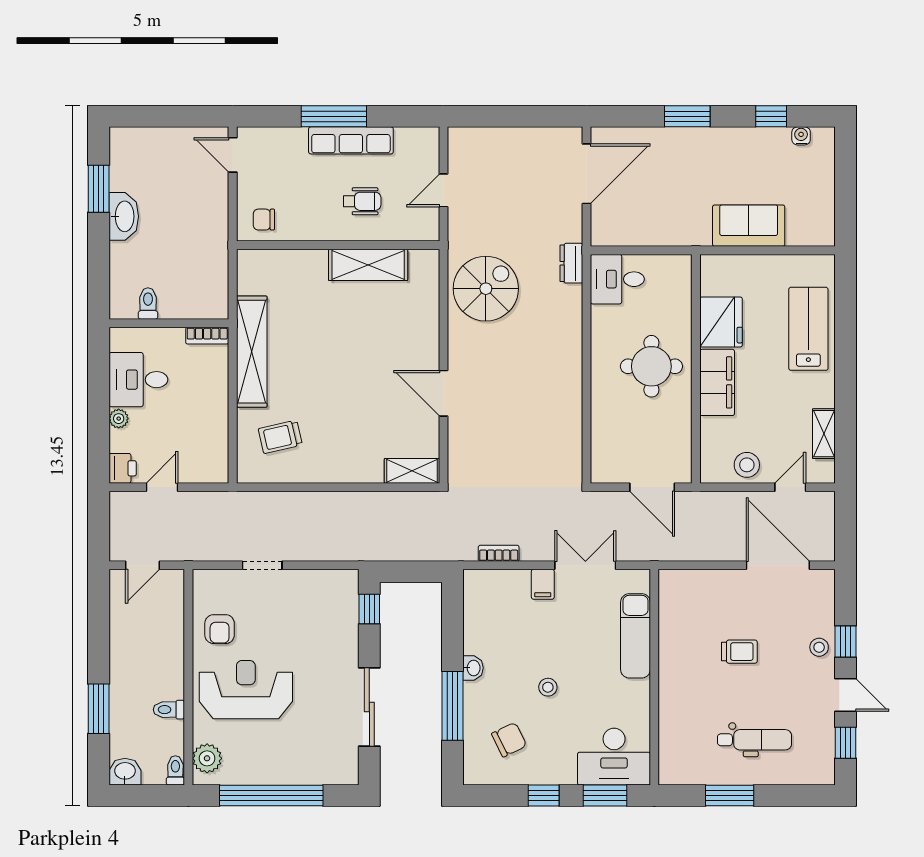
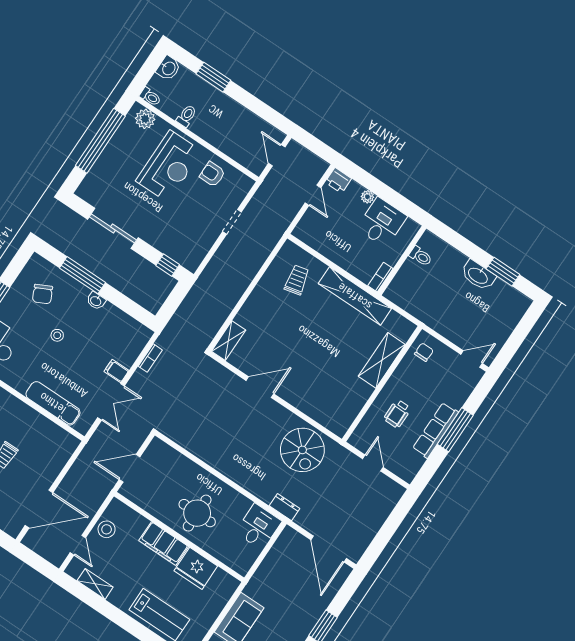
shelving: (368, 265) -> (382, 360), moved

